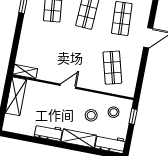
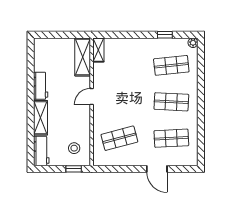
door: (68, 86) -> (92, 97), swing flipped
shelving: (16, 96) -> (83, 57), moved, turned 90
stool: (91, 115) -> (67, 126), removed

